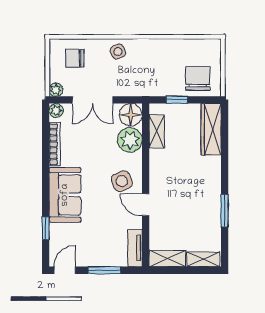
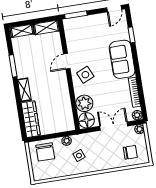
side table: (118, 52) -> (79, 155), moved
plant: (164, 90) -> (67, 141), added
window: (177, 100) -> (57, 135), removed
shelving: (157, 131) -> (24, 90), moved
door: (146, 205) -> (67, 61), swing flipped
tv unit: (135, 248) -> (69, 31), removed
window: (105, 270) -> (76, 15), moved

